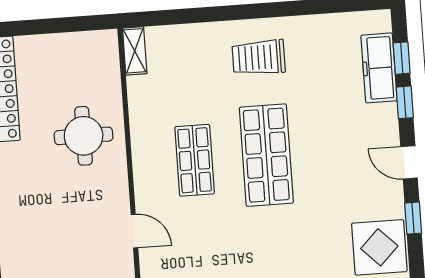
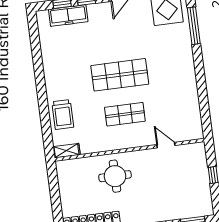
trolley: (259, 57) -> (63, 115), moved
door: (134, 231) -> (166, 145), hinge flipped

